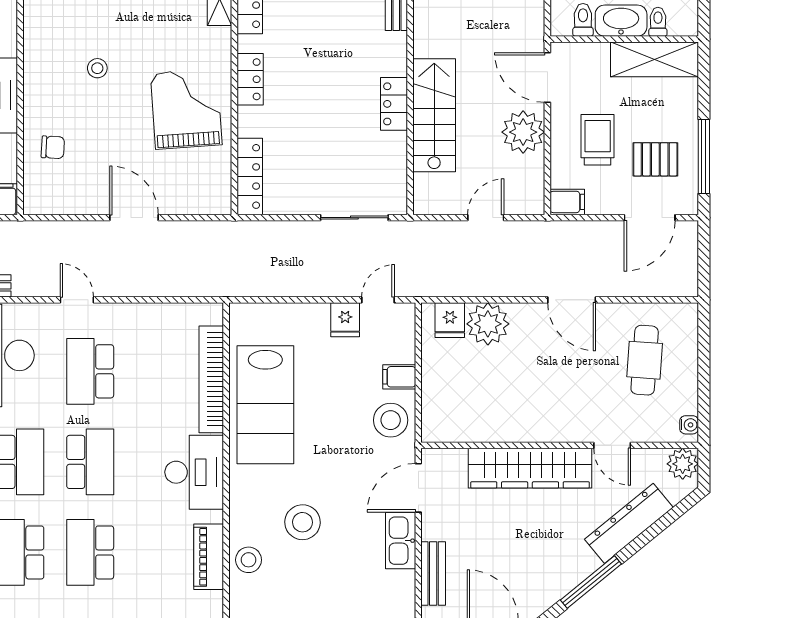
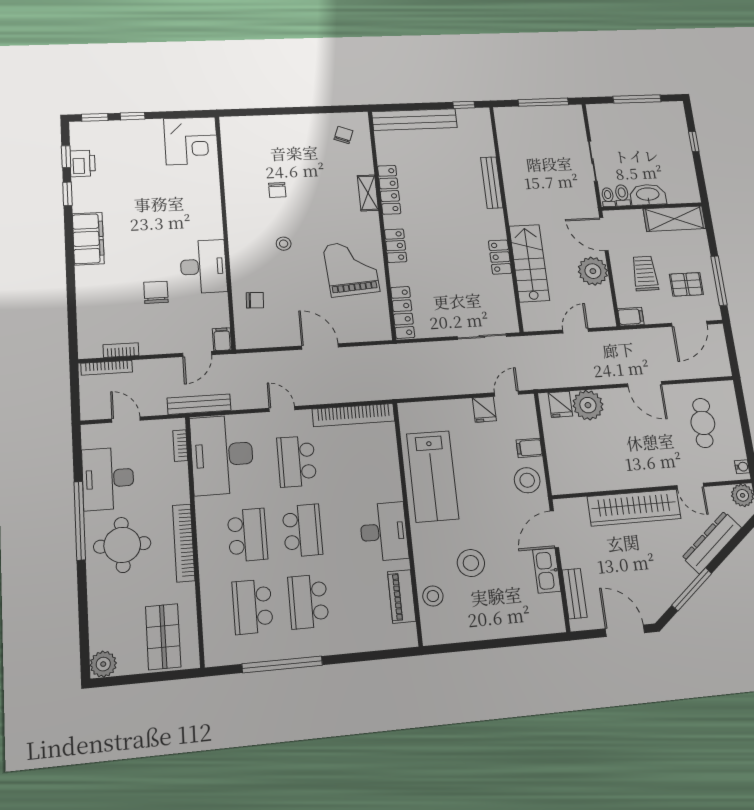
toilet: (658, 22) -> (608, 197), moved
bookcase: (211, 379) -> (354, 415), moved, turned -90

